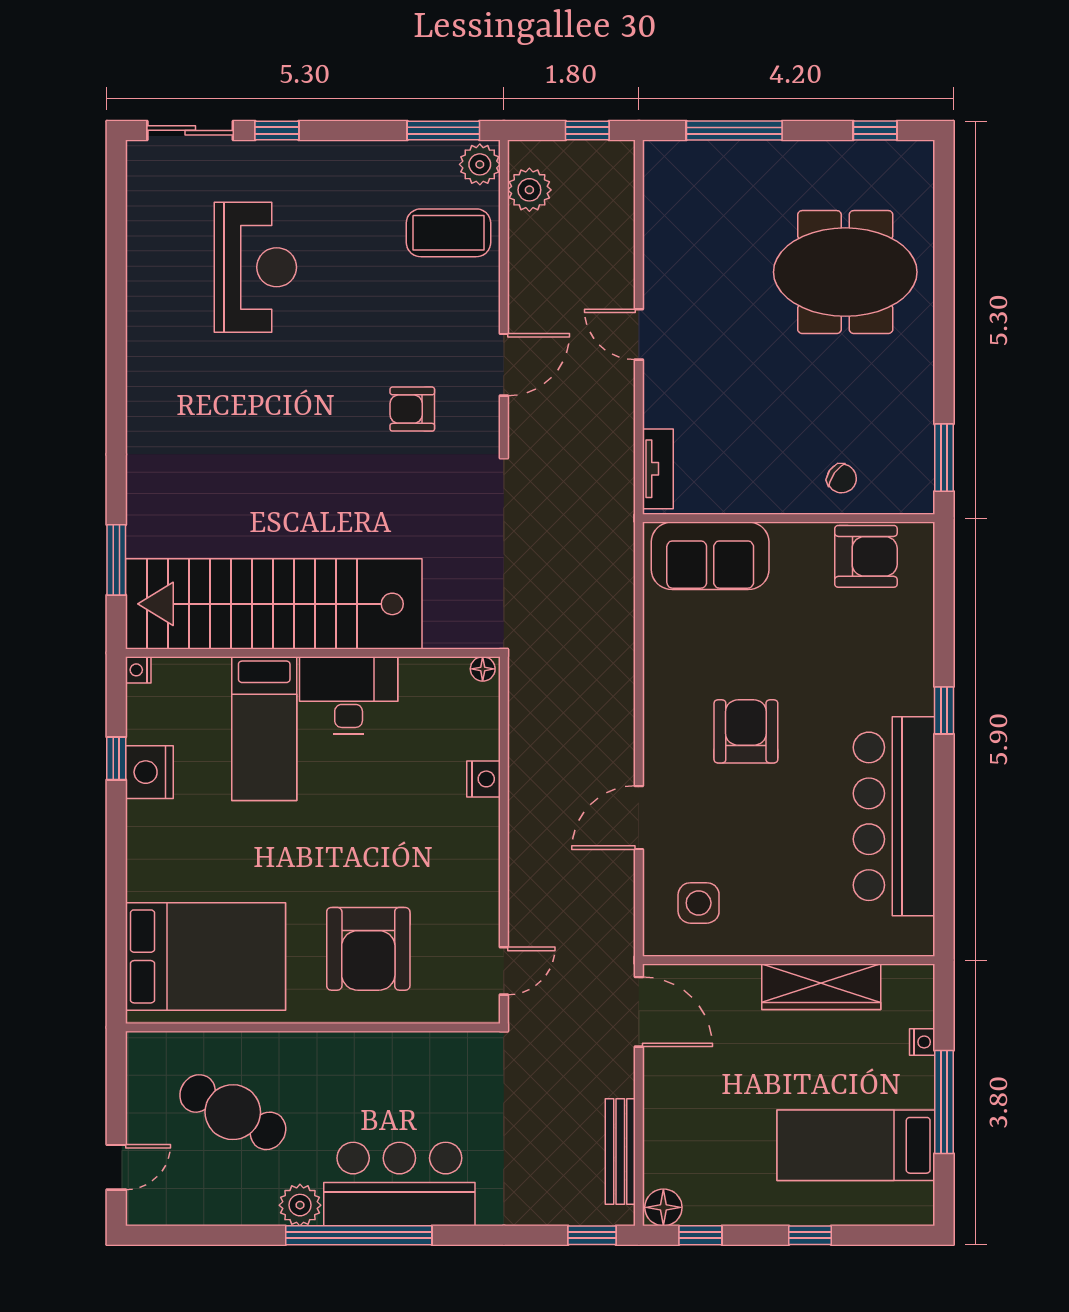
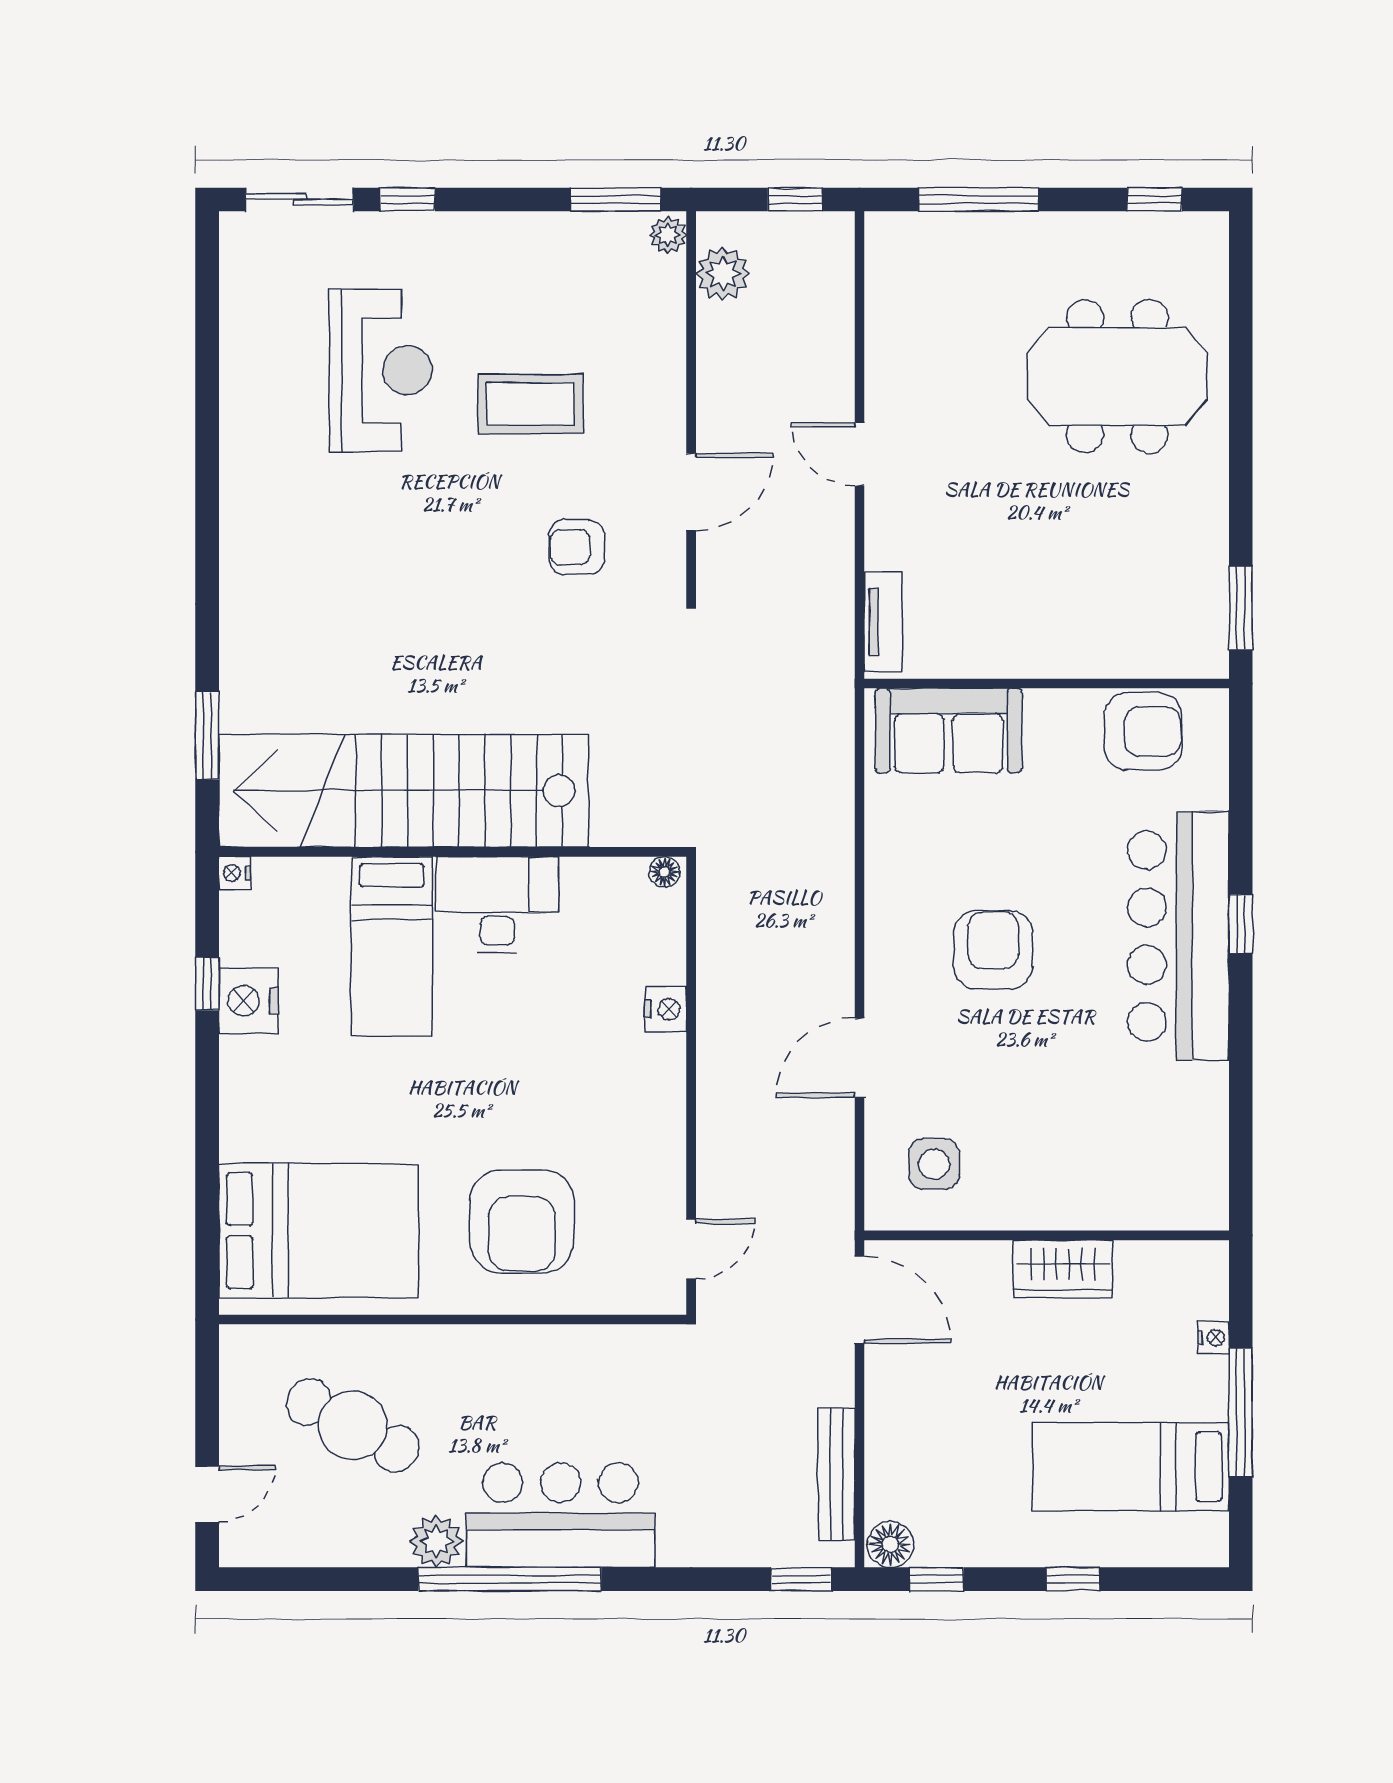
plant: (480, 164) -> (668, 235), width x0.73, depth x0.73
coffee table: (448, 233) -> (530, 404), moved
chair: (842, 478) -> (1113, 634), removed
bar counter: (894, 816) -> (1178, 936), moved
wardrobe: (821, 987) -> (1063, 1269), width x0.67

